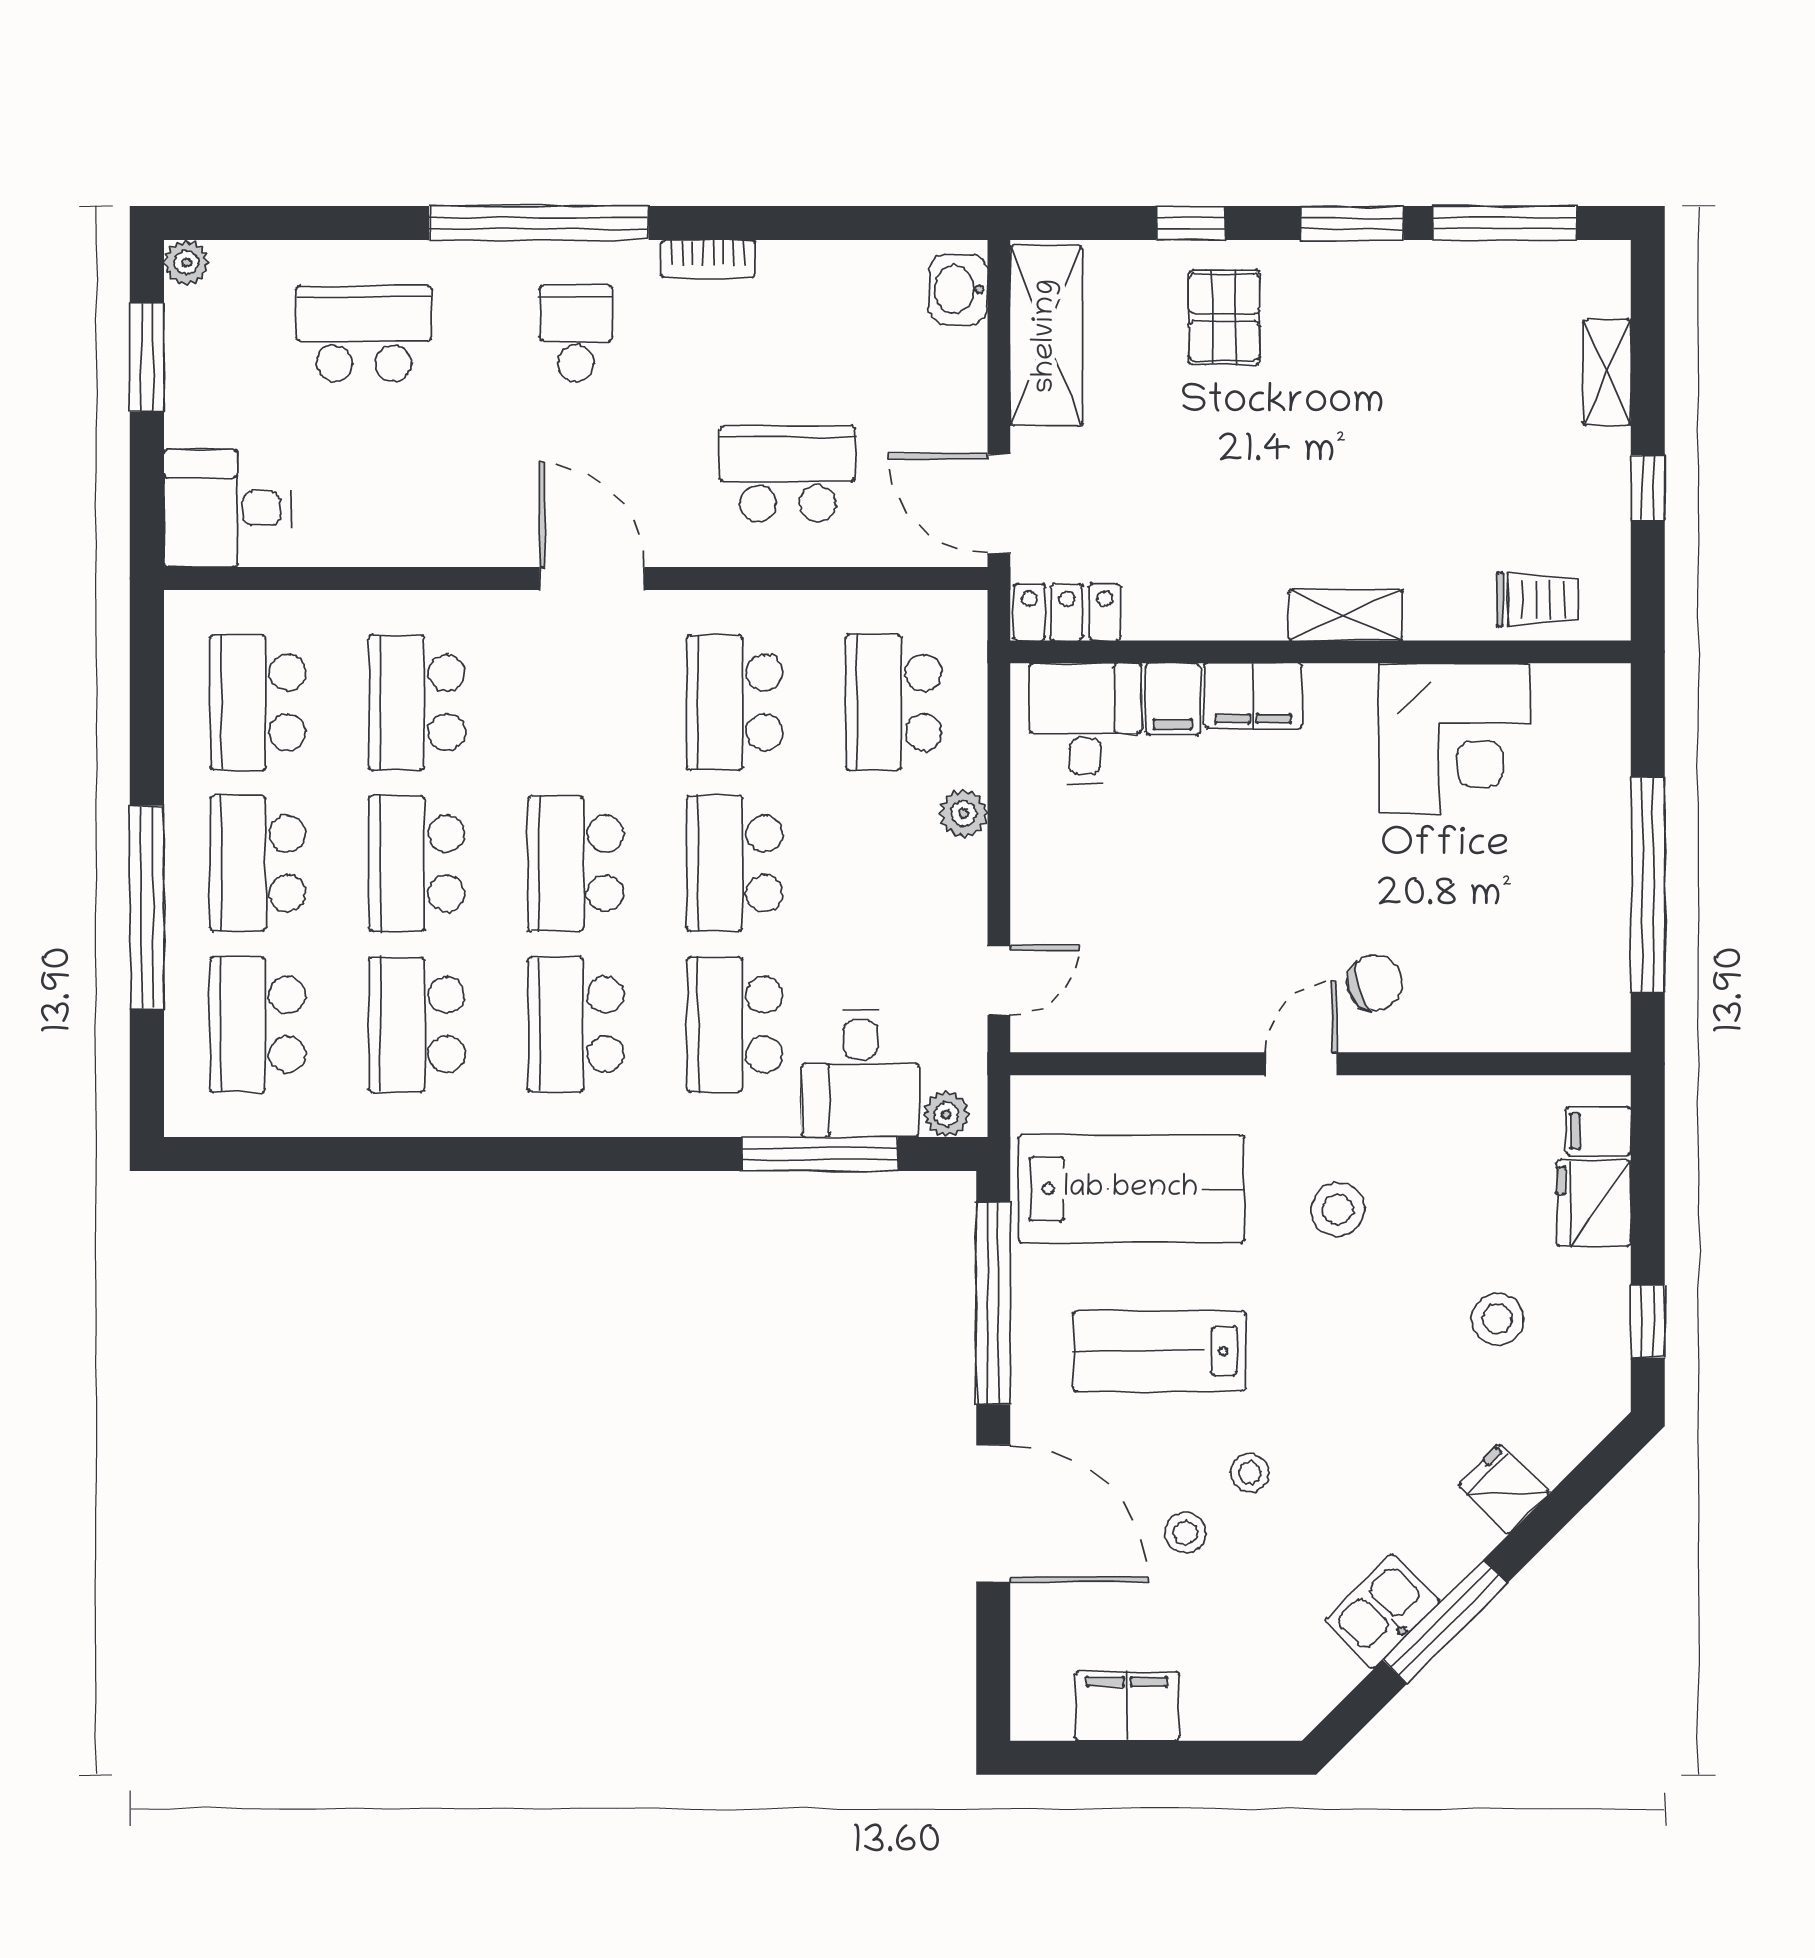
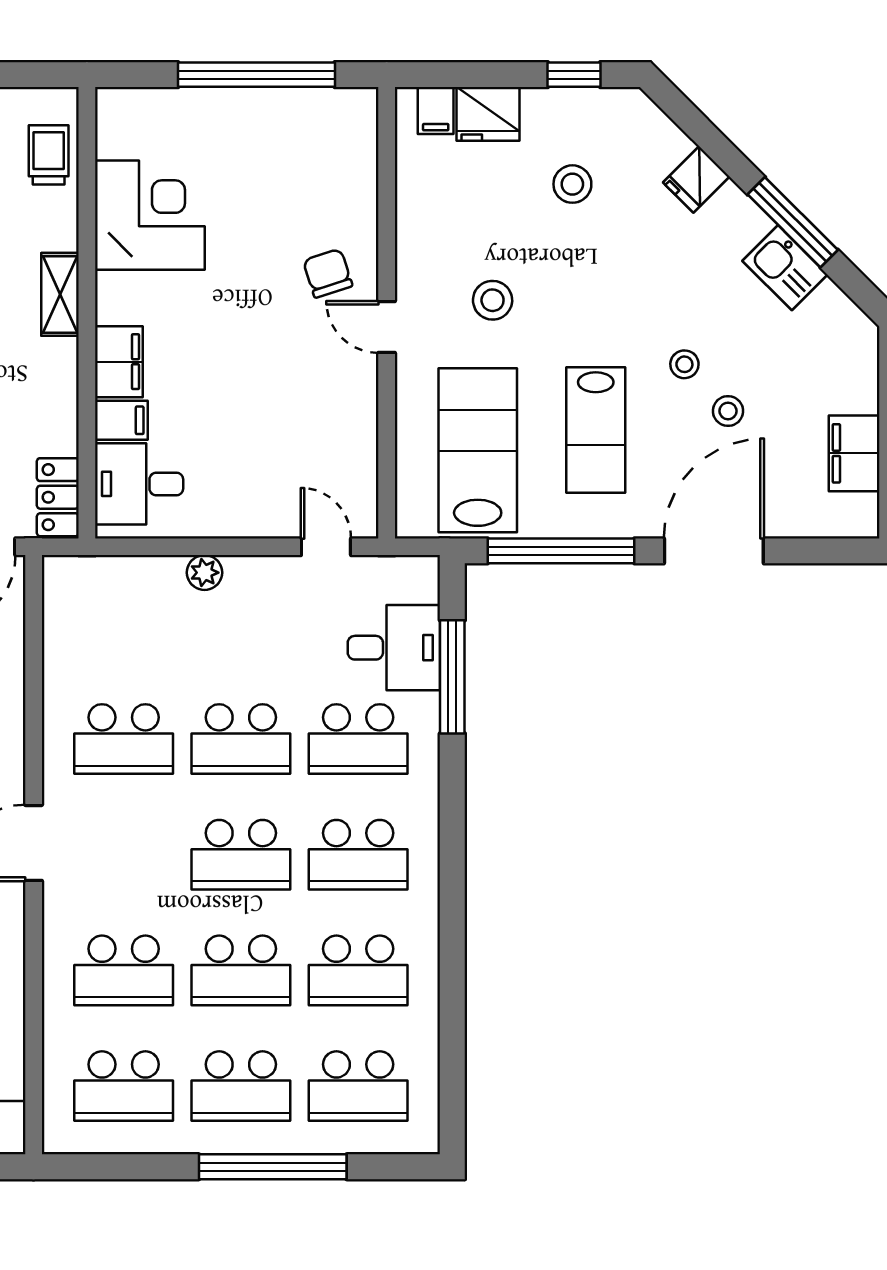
school desk: (894, 702) -> (124, 623), removed
plant: (946, 1114) -> (423, 585), removed

